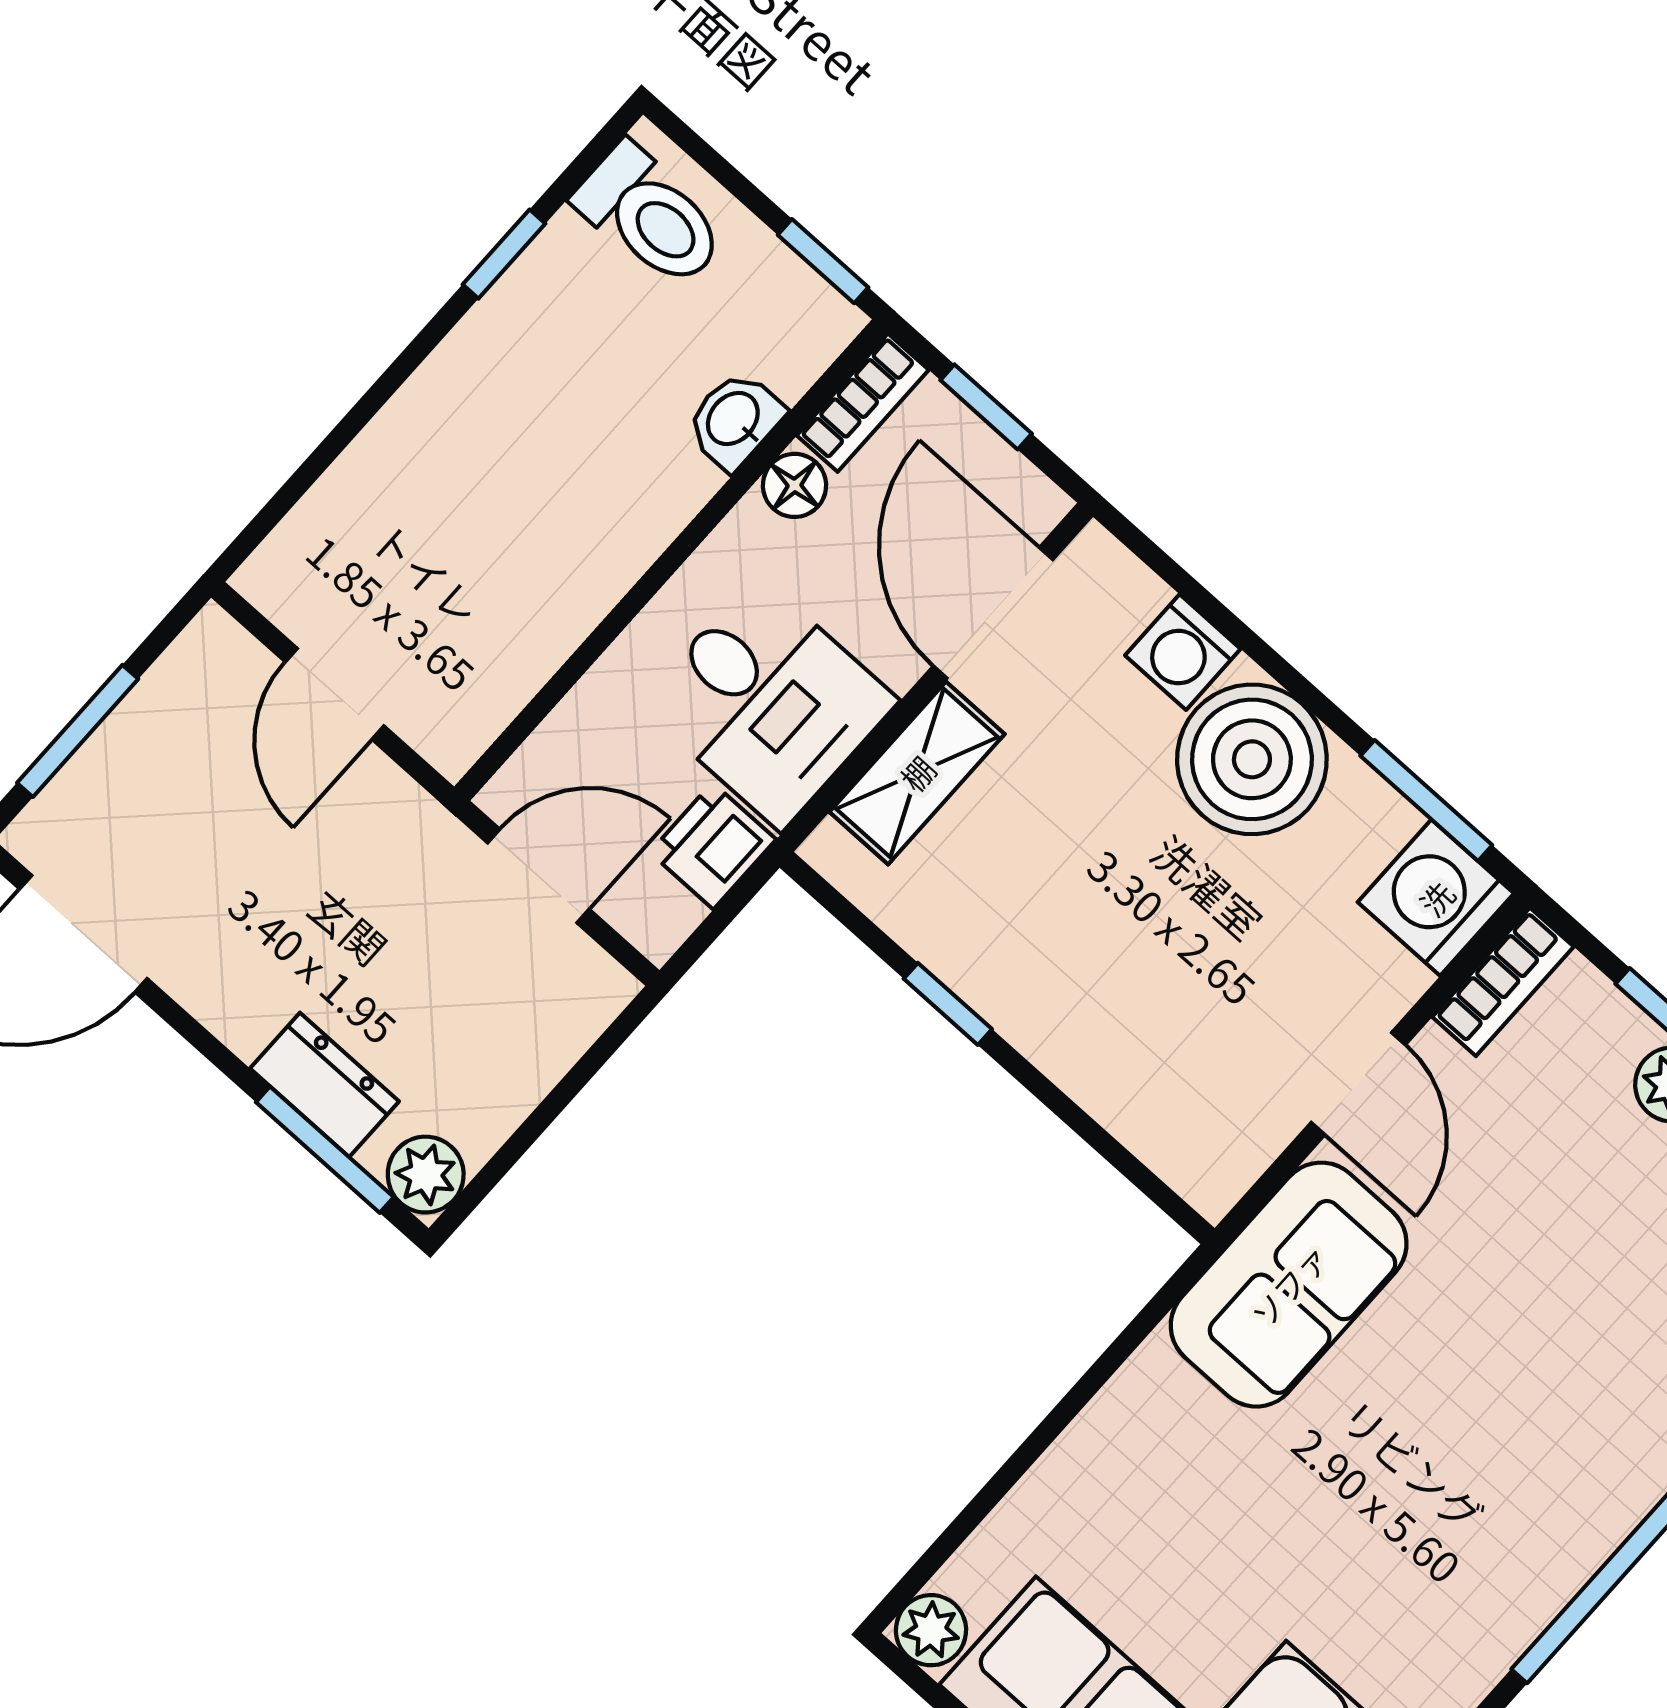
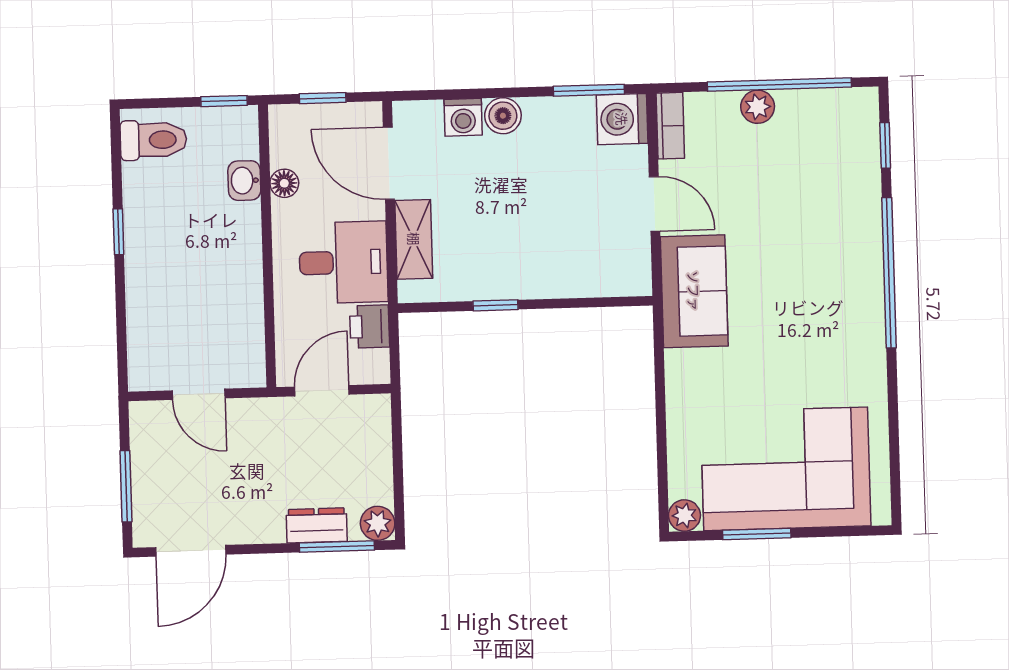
window: (504, 254) -> (118, 232), moved
bookcase: (863, 403) -> (281, 135), removed
boiler: (1252, 759) -> (503, 116), width x0.54, depth x0.54

